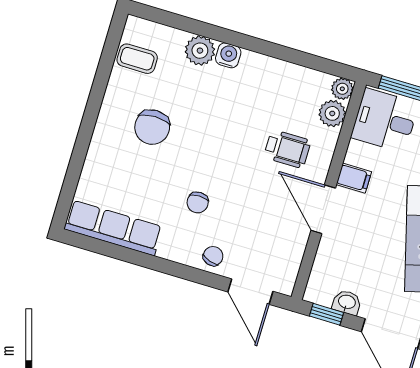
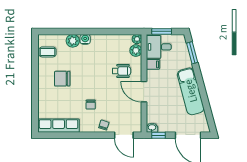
chair: (152, 127) -> (62, 79), turned 90
filing cabinet: (354, 178) -> (153, 64), moved
washbasin: (347, 302) -> (152, 128), moved

